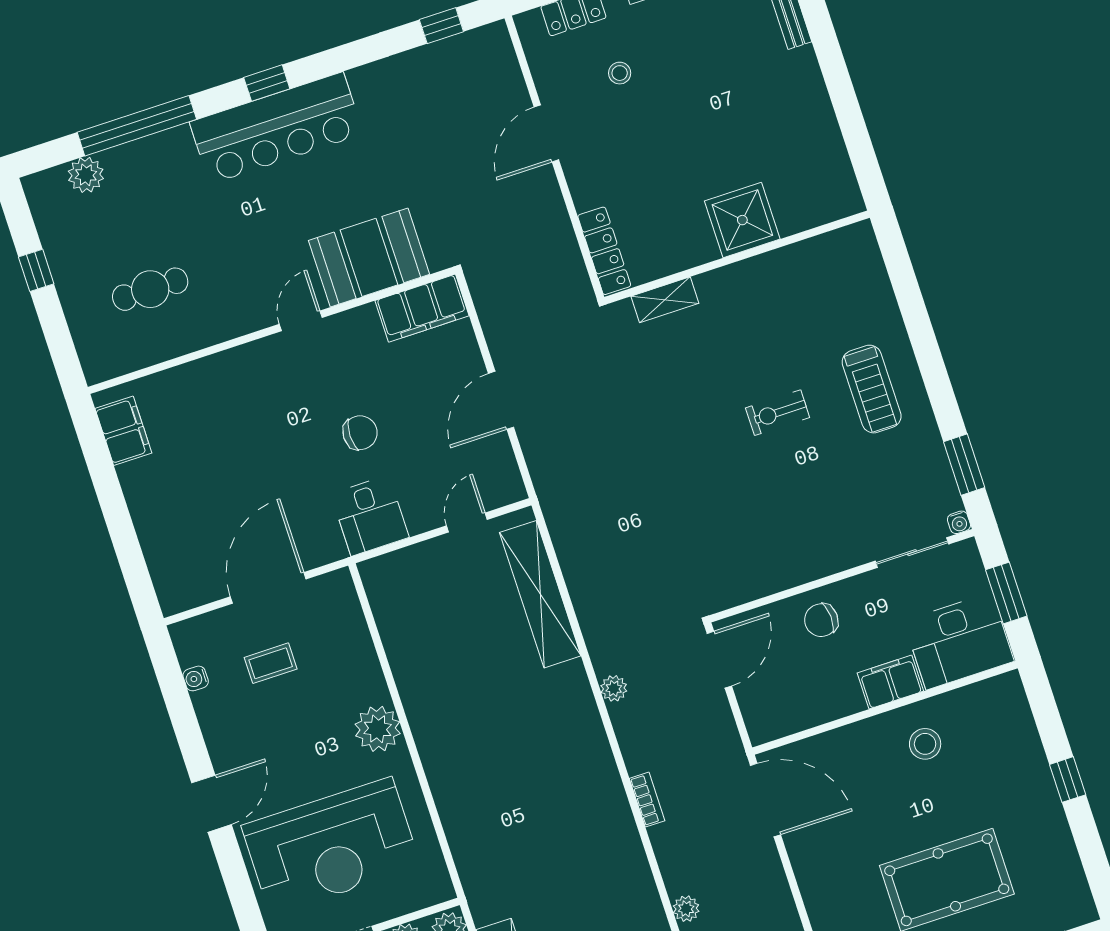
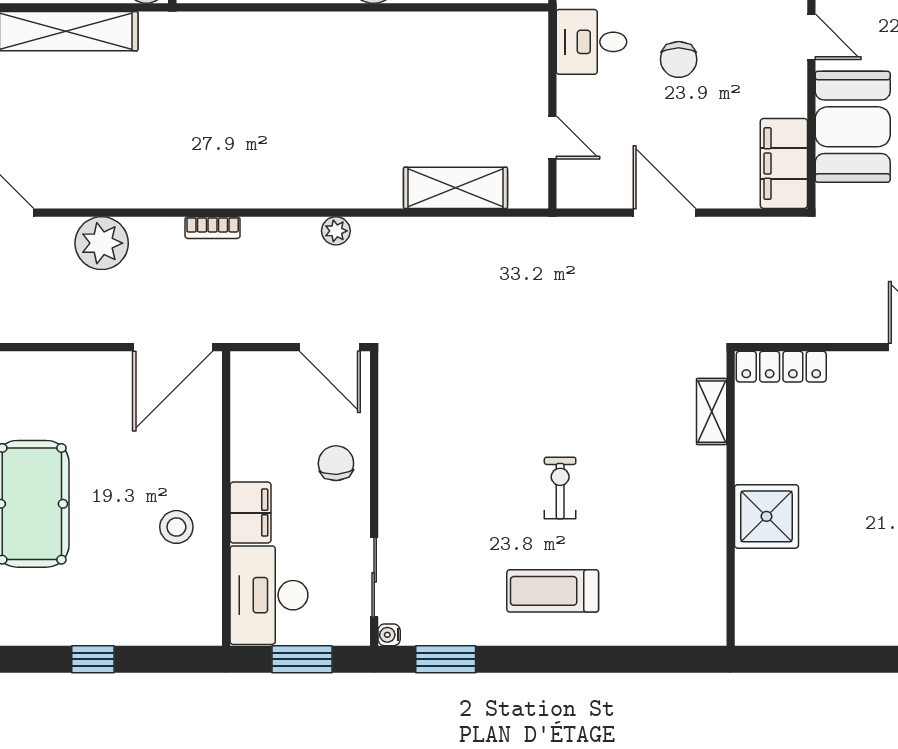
shelving: (540, 594) -> (455, 188), width x0.68
plant: (686, 909) -> (102, 243), width x1.87, depth x1.87

